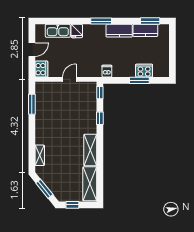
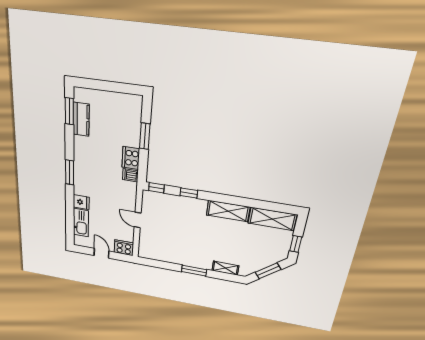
kitchen counter: (119, 31) -> (81, 153), removed
cooker: (144, 71) -> (131, 158), moved
window: (32, 104) -> (194, 271), moved

